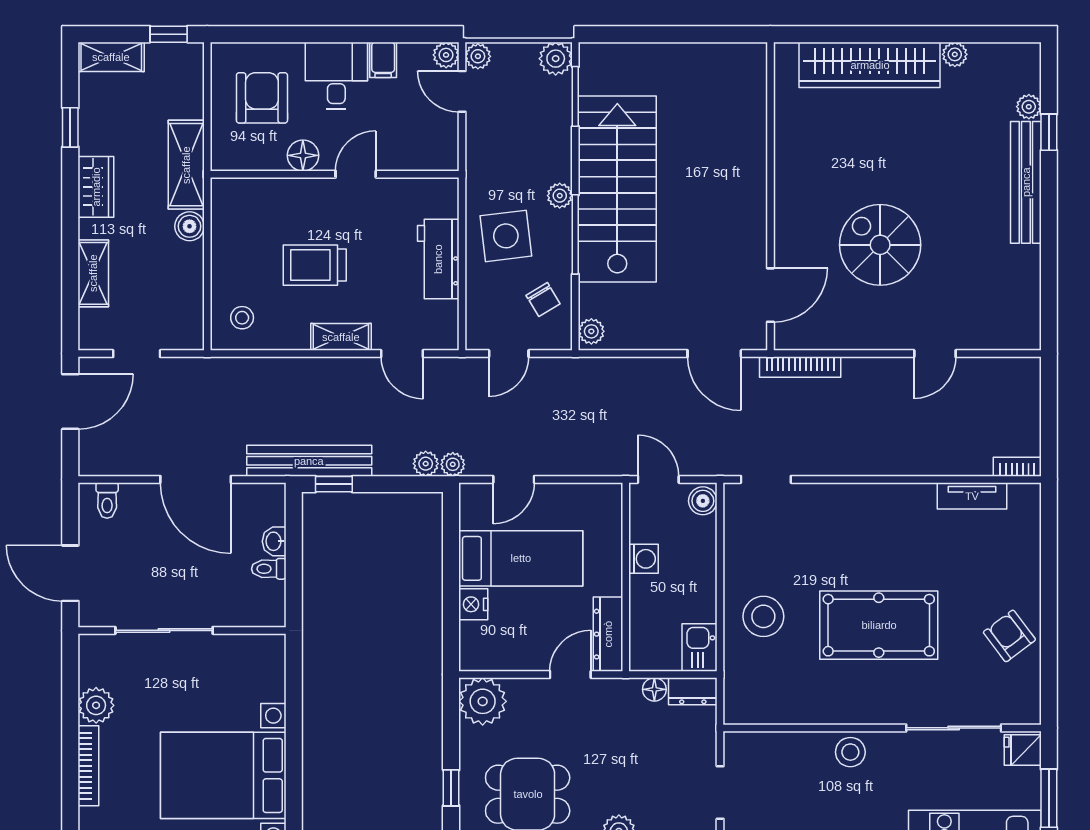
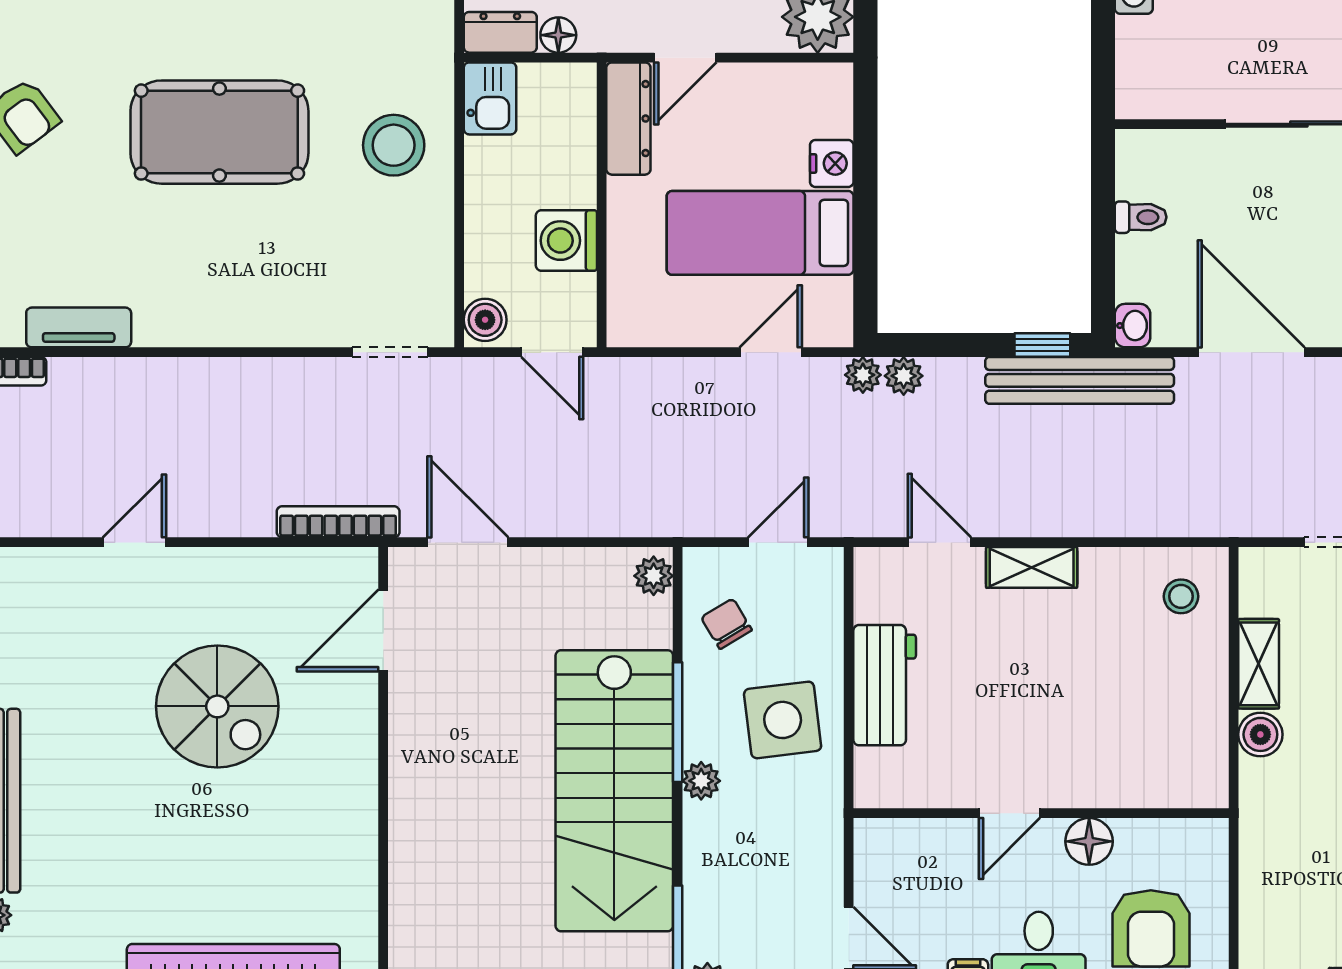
shelving: (186, 165) -> (1259, 664), moved, width x0.67, depth x0.75
trolley: (315, 265) -> (1071, 676), removed
washbasin: (274, 541) -> (1133, 326), moved
washing machine: (643, 559) -> (566, 241), width x1.38, depth x1.38

